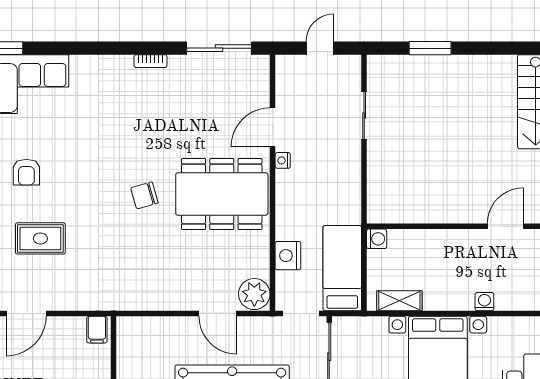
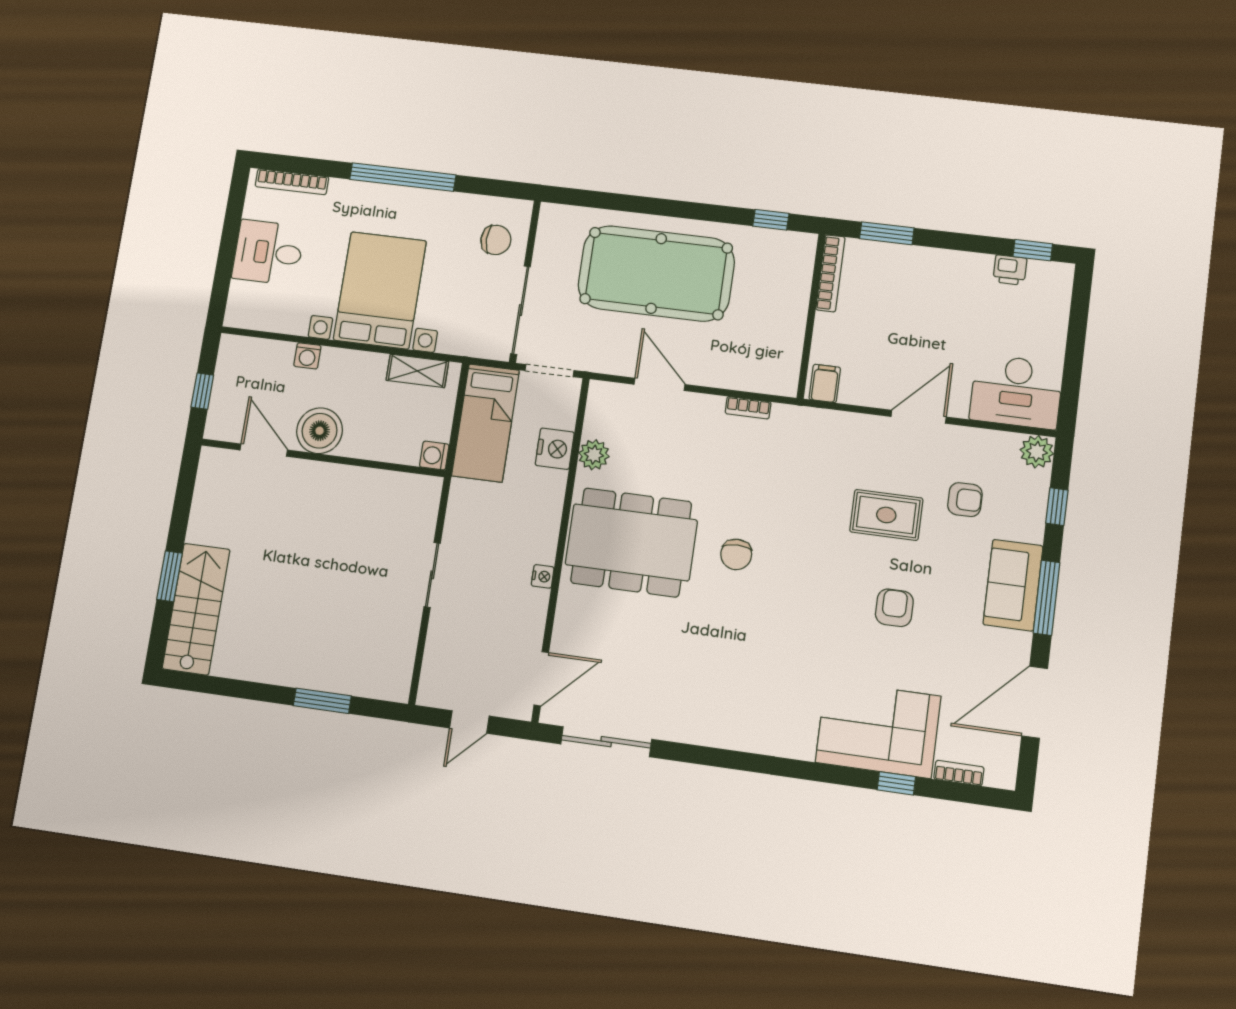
bookcase: (150, 61) -> (748, 408), moved, turned 180
sliding door: (364, 116) -> (432, 575), moved
door: (273, 127) -> (541, 679), moved
chair: (144, 195) -> (736, 554), turned 106
door: (505, 226) -> (264, 450), swing flipped
boiler: (466, 246) -> (320, 431), added
plant: (254, 294) -> (594, 455), moved, width x0.73, depth x0.73

